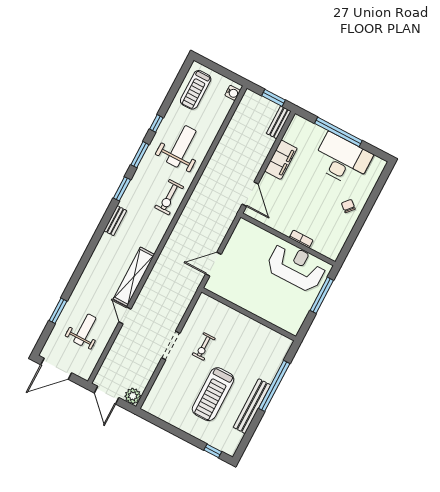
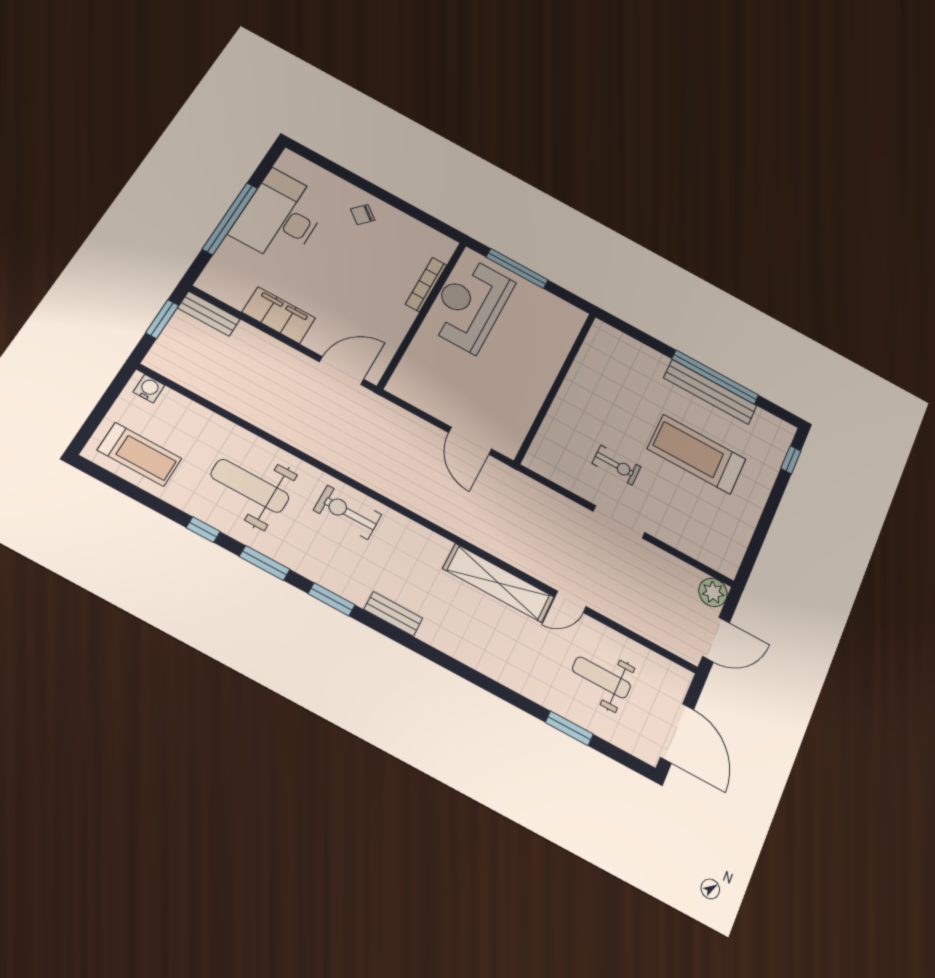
exercise bike: (169, 197) -> (348, 512), turned 180
bookcase: (301, 239) -> (426, 285), width x1.56
window: (274, 386) -> (715, 377), moved
treadmill: (213, 394) -> (697, 454), turned 180

